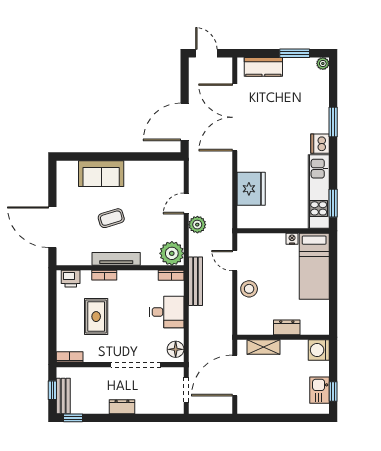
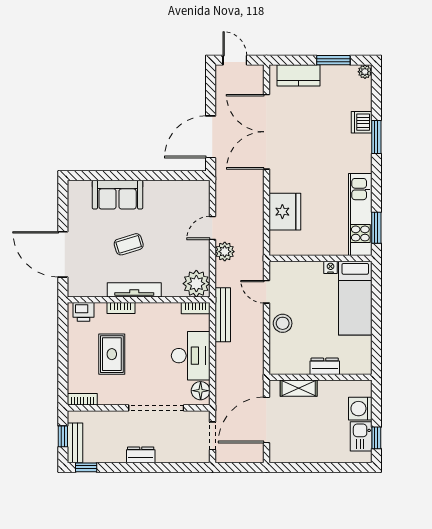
dishwasher: (320, 144) -> (362, 122), moved
desk: (167, 312) -> (191, 356), width x1.37
washing machine: (319, 350) -> (360, 409), moved

